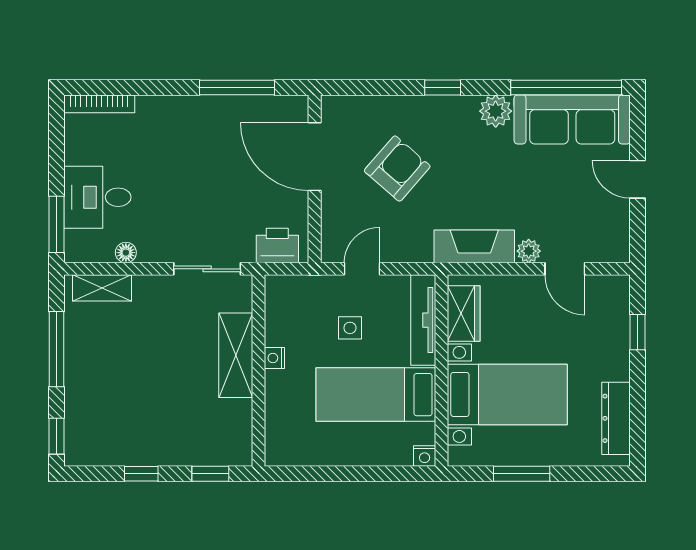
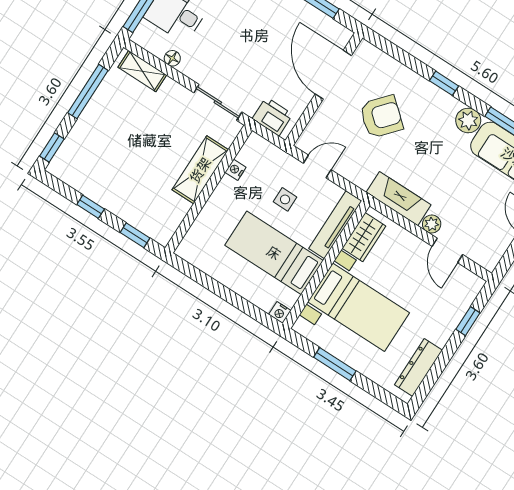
nightstand: (274, 358) -> (235, 170), moved

